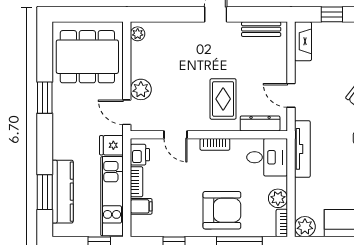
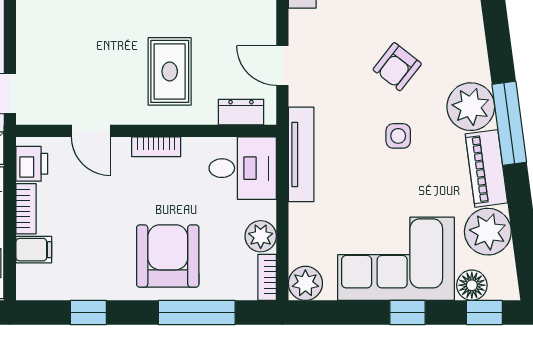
plant: (141, 89) -> (33, 56), removed
dresser: (260, 123) -> (241, 112), width x0.70
armchair: (222, 210) -> (168, 256), turned -90

